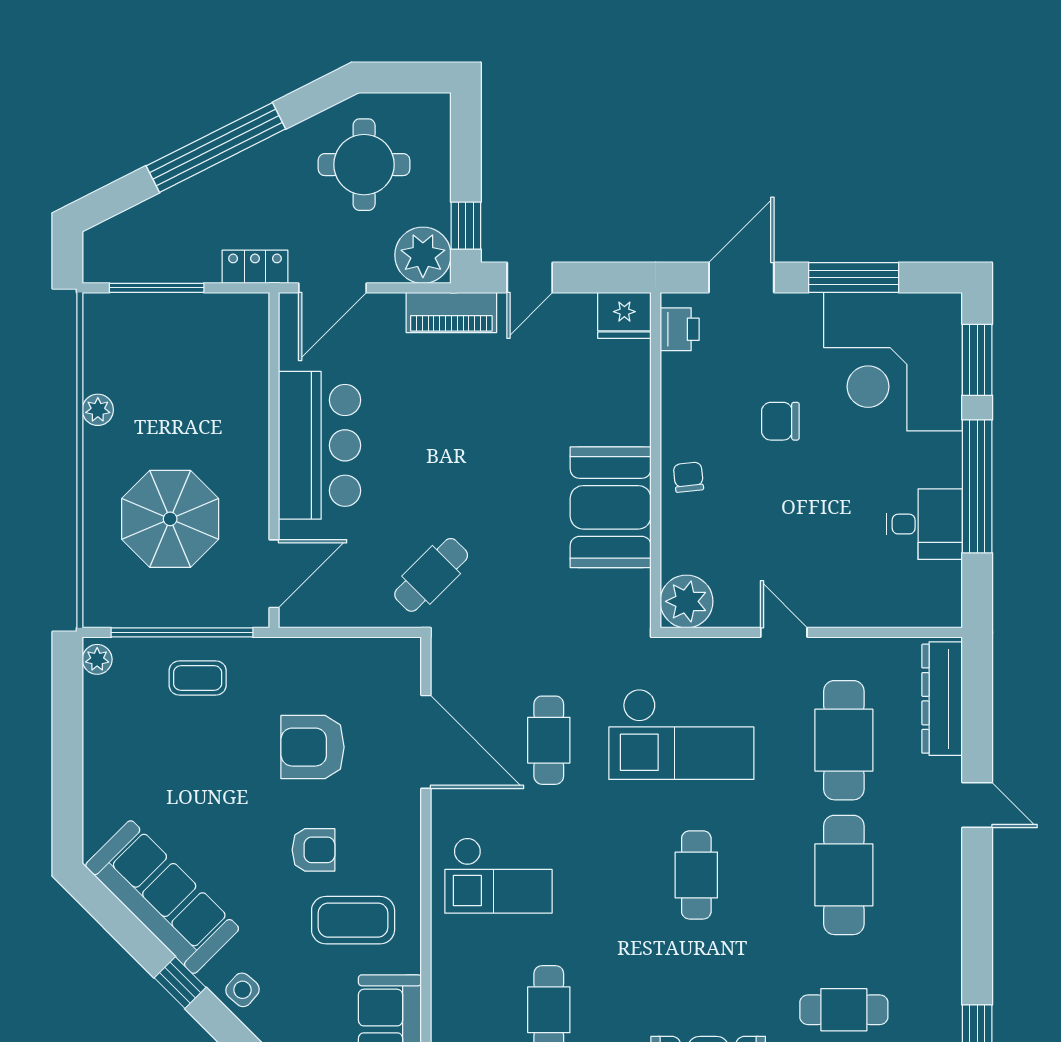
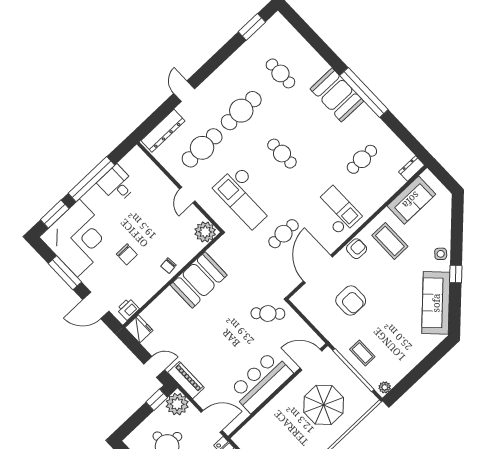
checkout: (681, 734) -> (245, 197), turned 180
armchair: (313, 850) -> (357, 249), moved, turned 90
cafe table: (696, 875) -> (282, 154), turned 90

